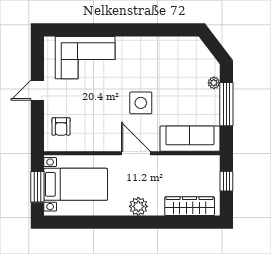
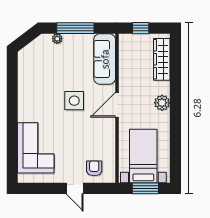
door: (37, 90) -> (75, 188), moved
armchair: (61, 126) -> (94, 168), turned -90

